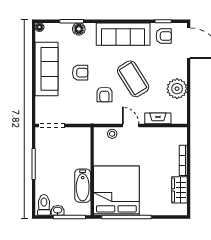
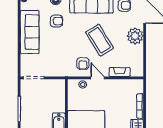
armchair: (80, 73) -> (57, 21), moved
plant: (177, 89) -> (135, 36), moved
armchair: (104, 94) -> (83, 64), moved

